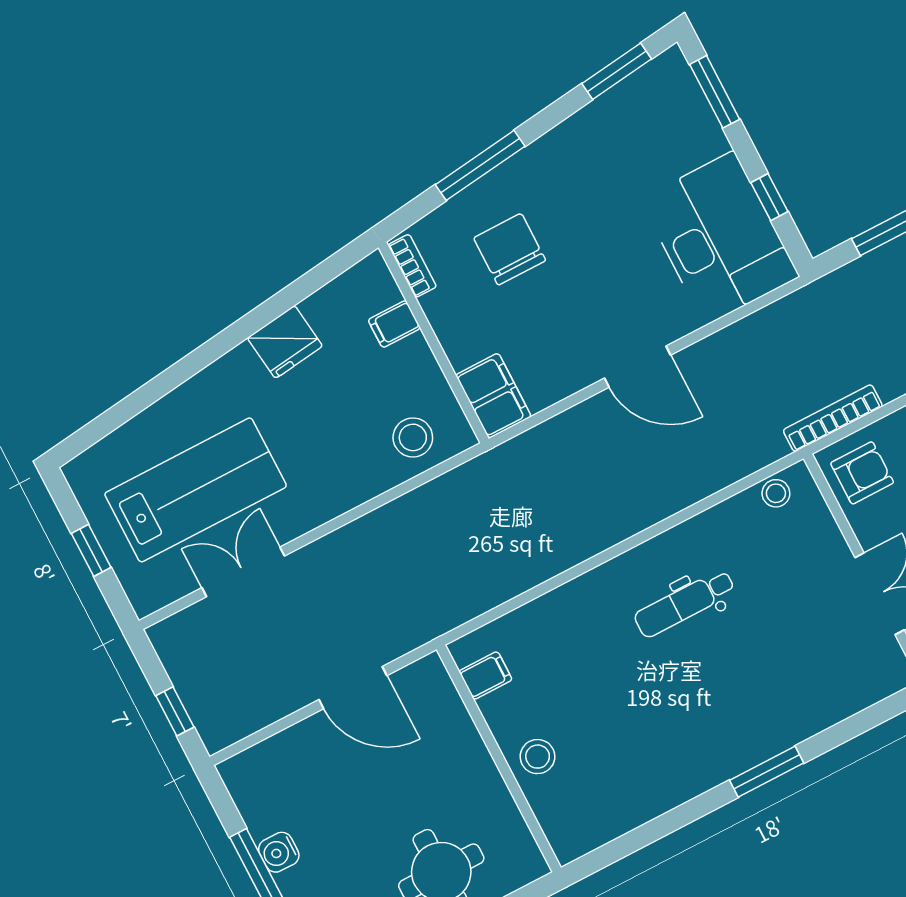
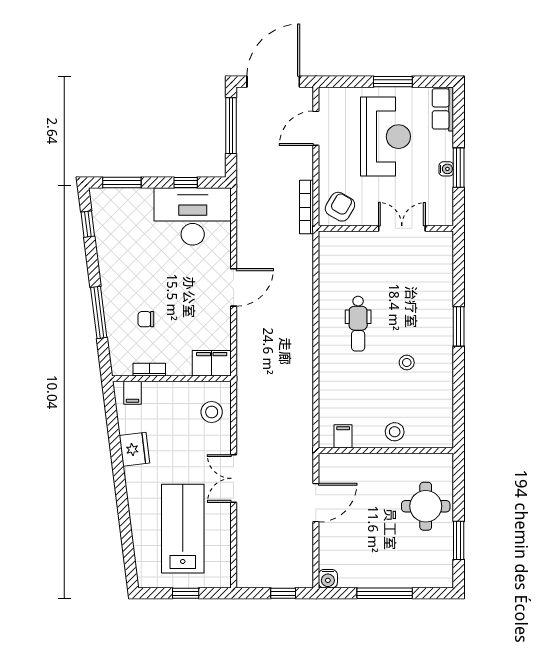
window: (617, 71) -> (88, 224), width x0.67
chair: (510, 249) -> (146, 319), width x0.54, depth x0.54
bookcase: (412, 266) -> (149, 370), moved
filing cabinet: (394, 324) -> (132, 393), moved
armchair: (862, 473) -> (340, 207), turned 30
stool: (776, 493) -> (407, 363), moved
double door: (243, 572) -> (234, 478), moved
water cooler: (279, 852) -> (328, 579), moved

